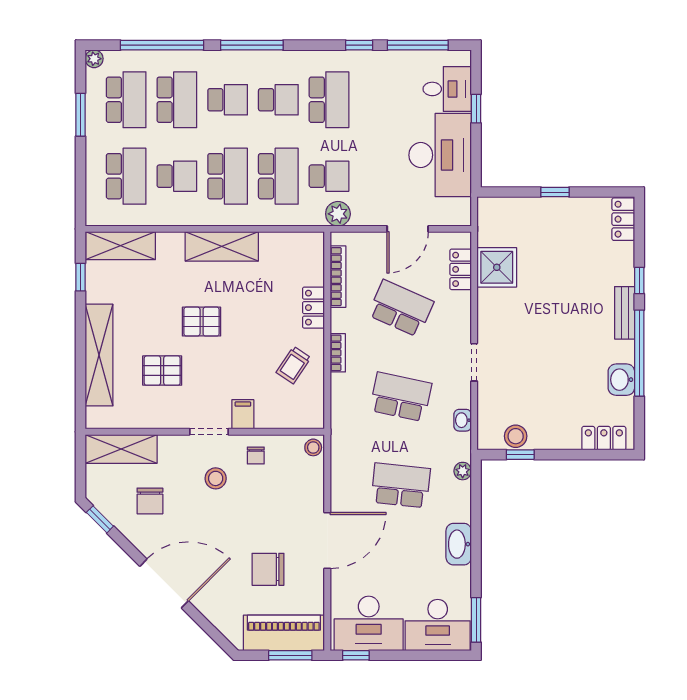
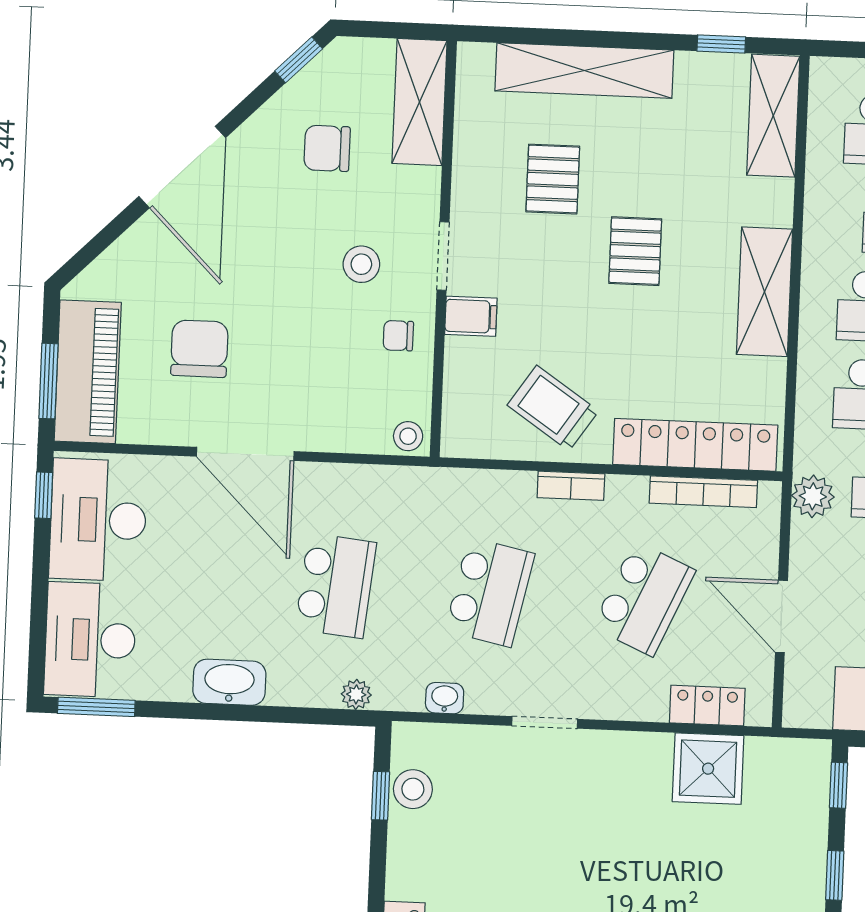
window: (503, 192) -> (839, 785), added
locker: (314, 308) -> (695, 445), width x2.16, depth x1.21
trolley: (294, 365) -> (553, 408), width x1.36, depth x1.39

